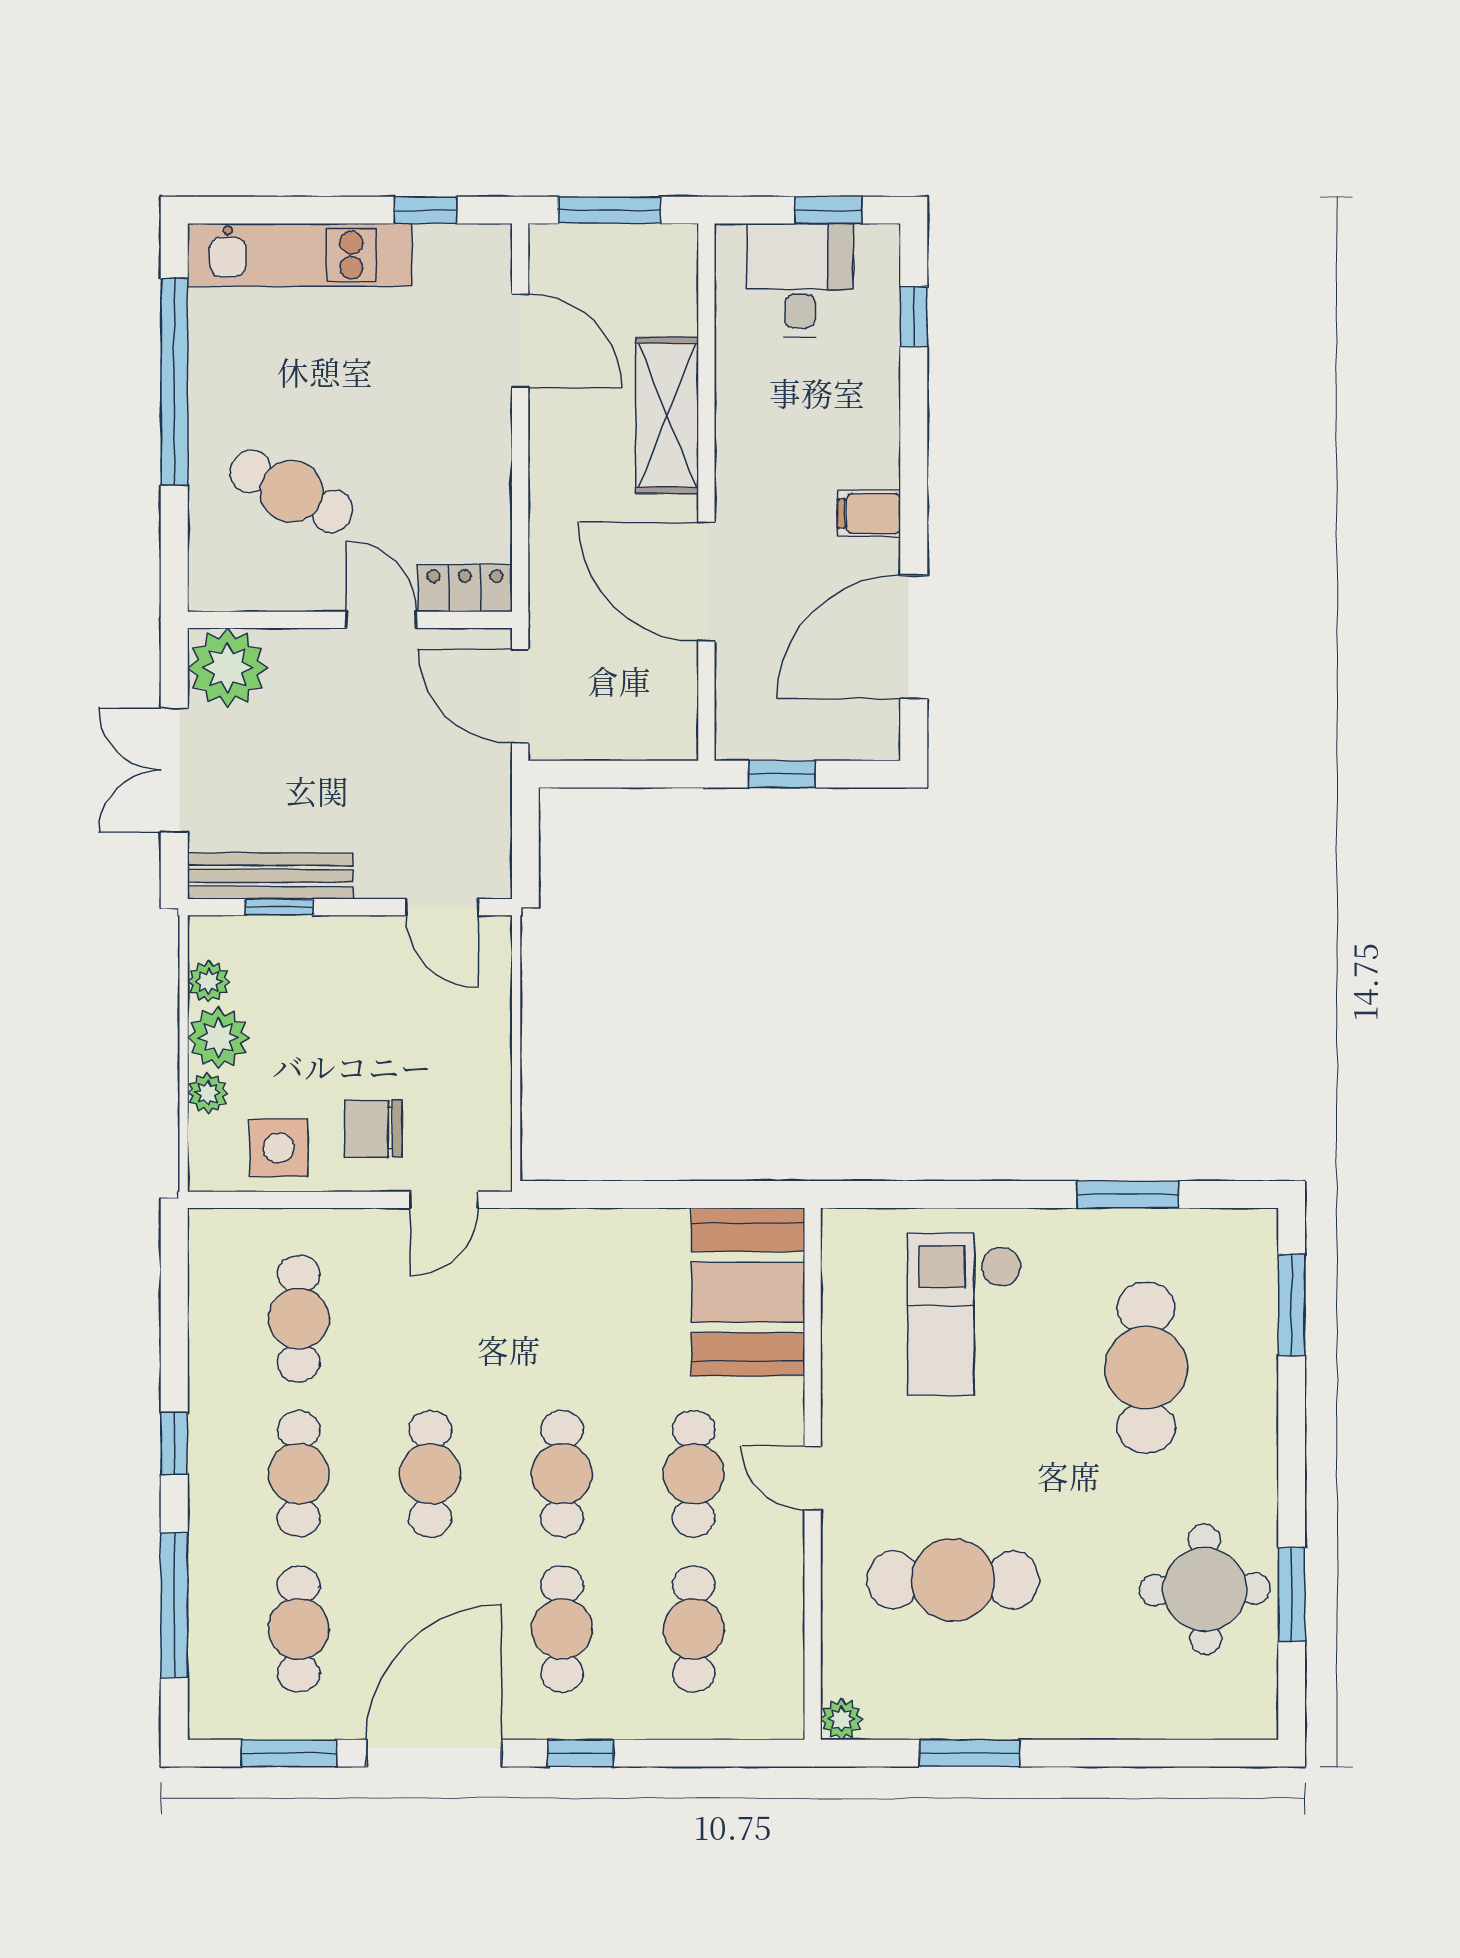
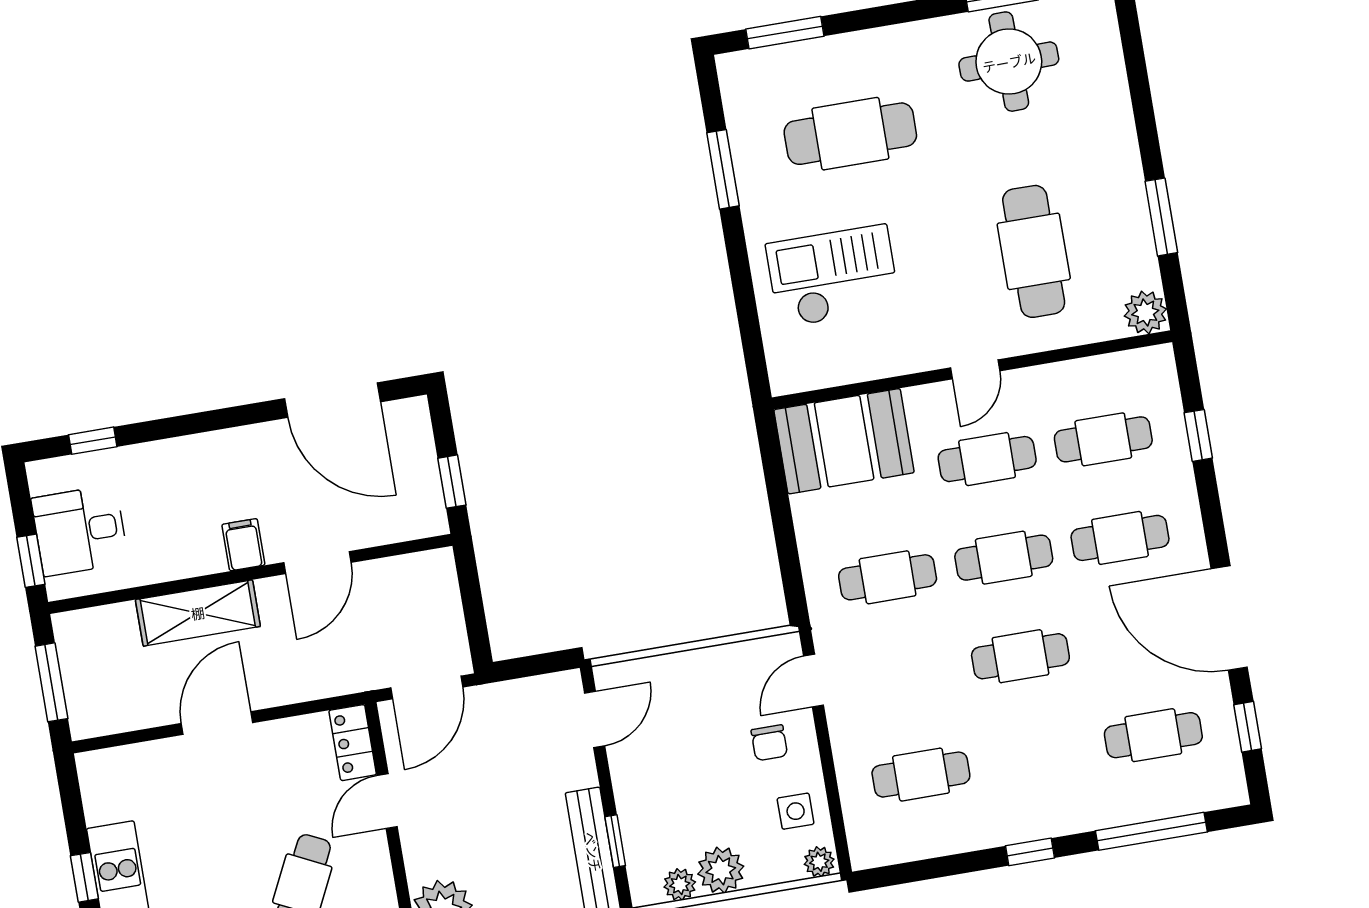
window: (425, 210) -> (84, 877), moved
window: (828, 210) -> (31, 561), moved
door: (520, 341) -> (217, 723), moved
filing cabinet: (869, 513) -> (243, 545), moved, turned 180
door: (706, 582) -> (317, 563), width x0.73
plant: (208, 1093) -> (819, 862), moved
chair: (373, 1129) -> (769, 743), width x0.73, depth x0.73
side table: (279, 1148) -> (796, 811), width x0.73, depth x0.73
door: (444, 1200) -> (813, 681), swing flipped
checkout: (965, 1314) -> (833, 276), turned 180
cafe table: (299, 1474) -> (888, 577), moved
plant: (841, 1719) -> (1145, 312), width x1.38, depth x1.38
window: (289, 1753) -> (1248, 727), width x0.67
window: (580, 1753) -> (1198, 435), moved

